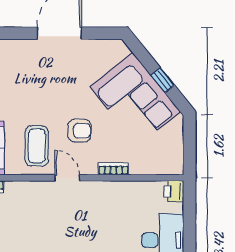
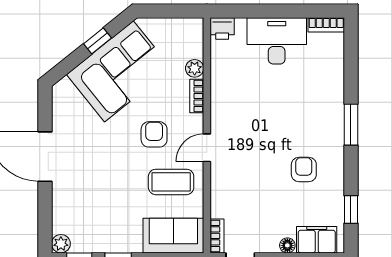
plant: (138, 167) -> (195, 68), added

